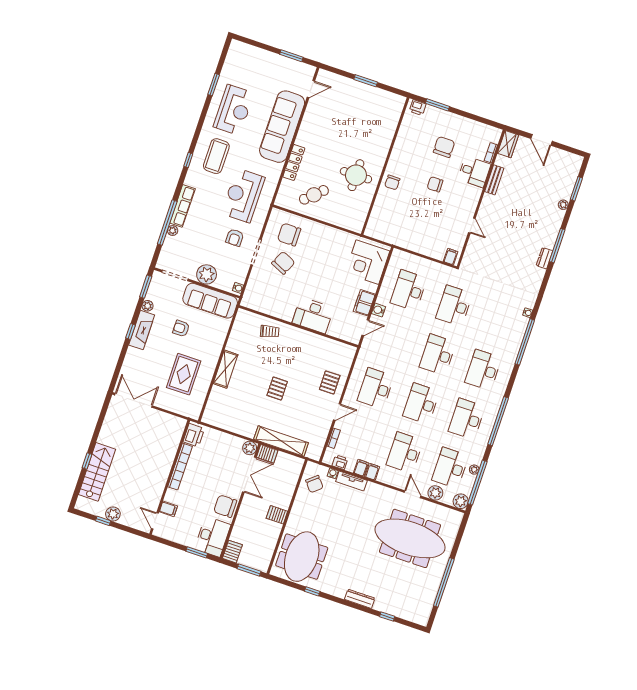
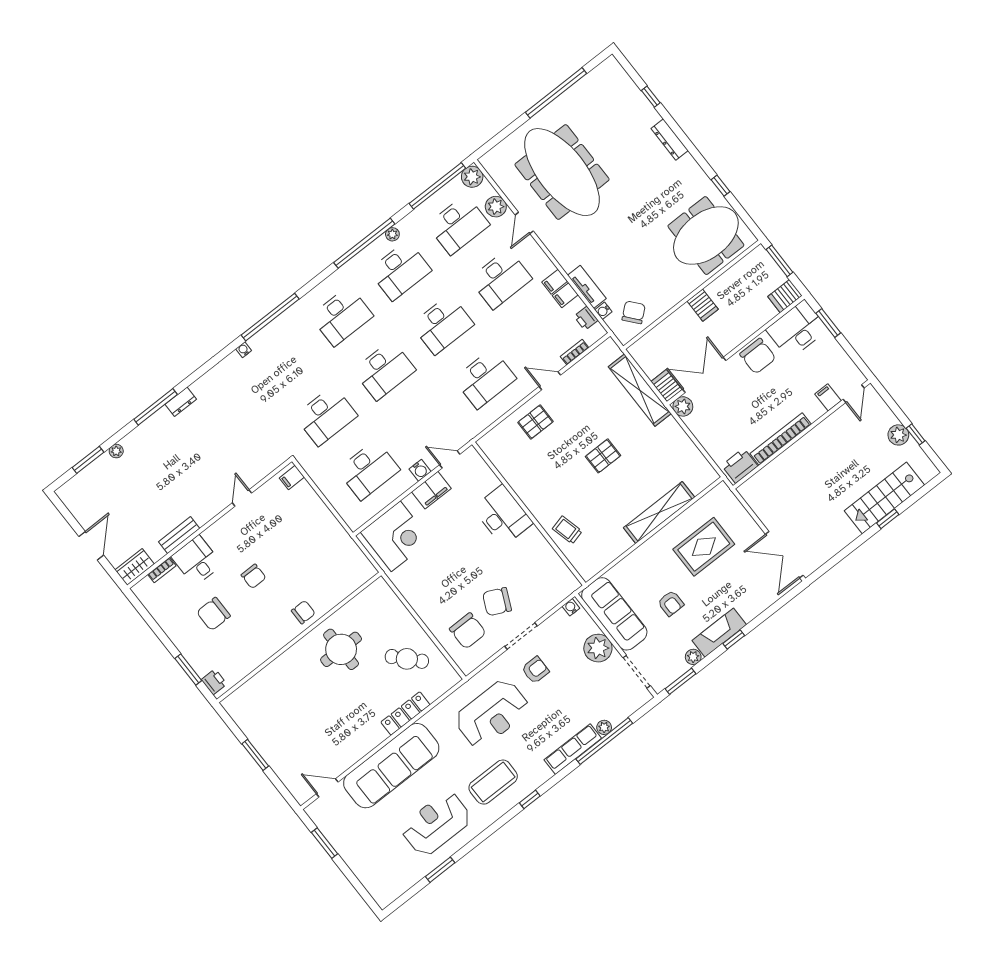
shelving: (226, 369) -> (659, 512), width x1.47
plant: (474, 470) -> (392, 234), moved

